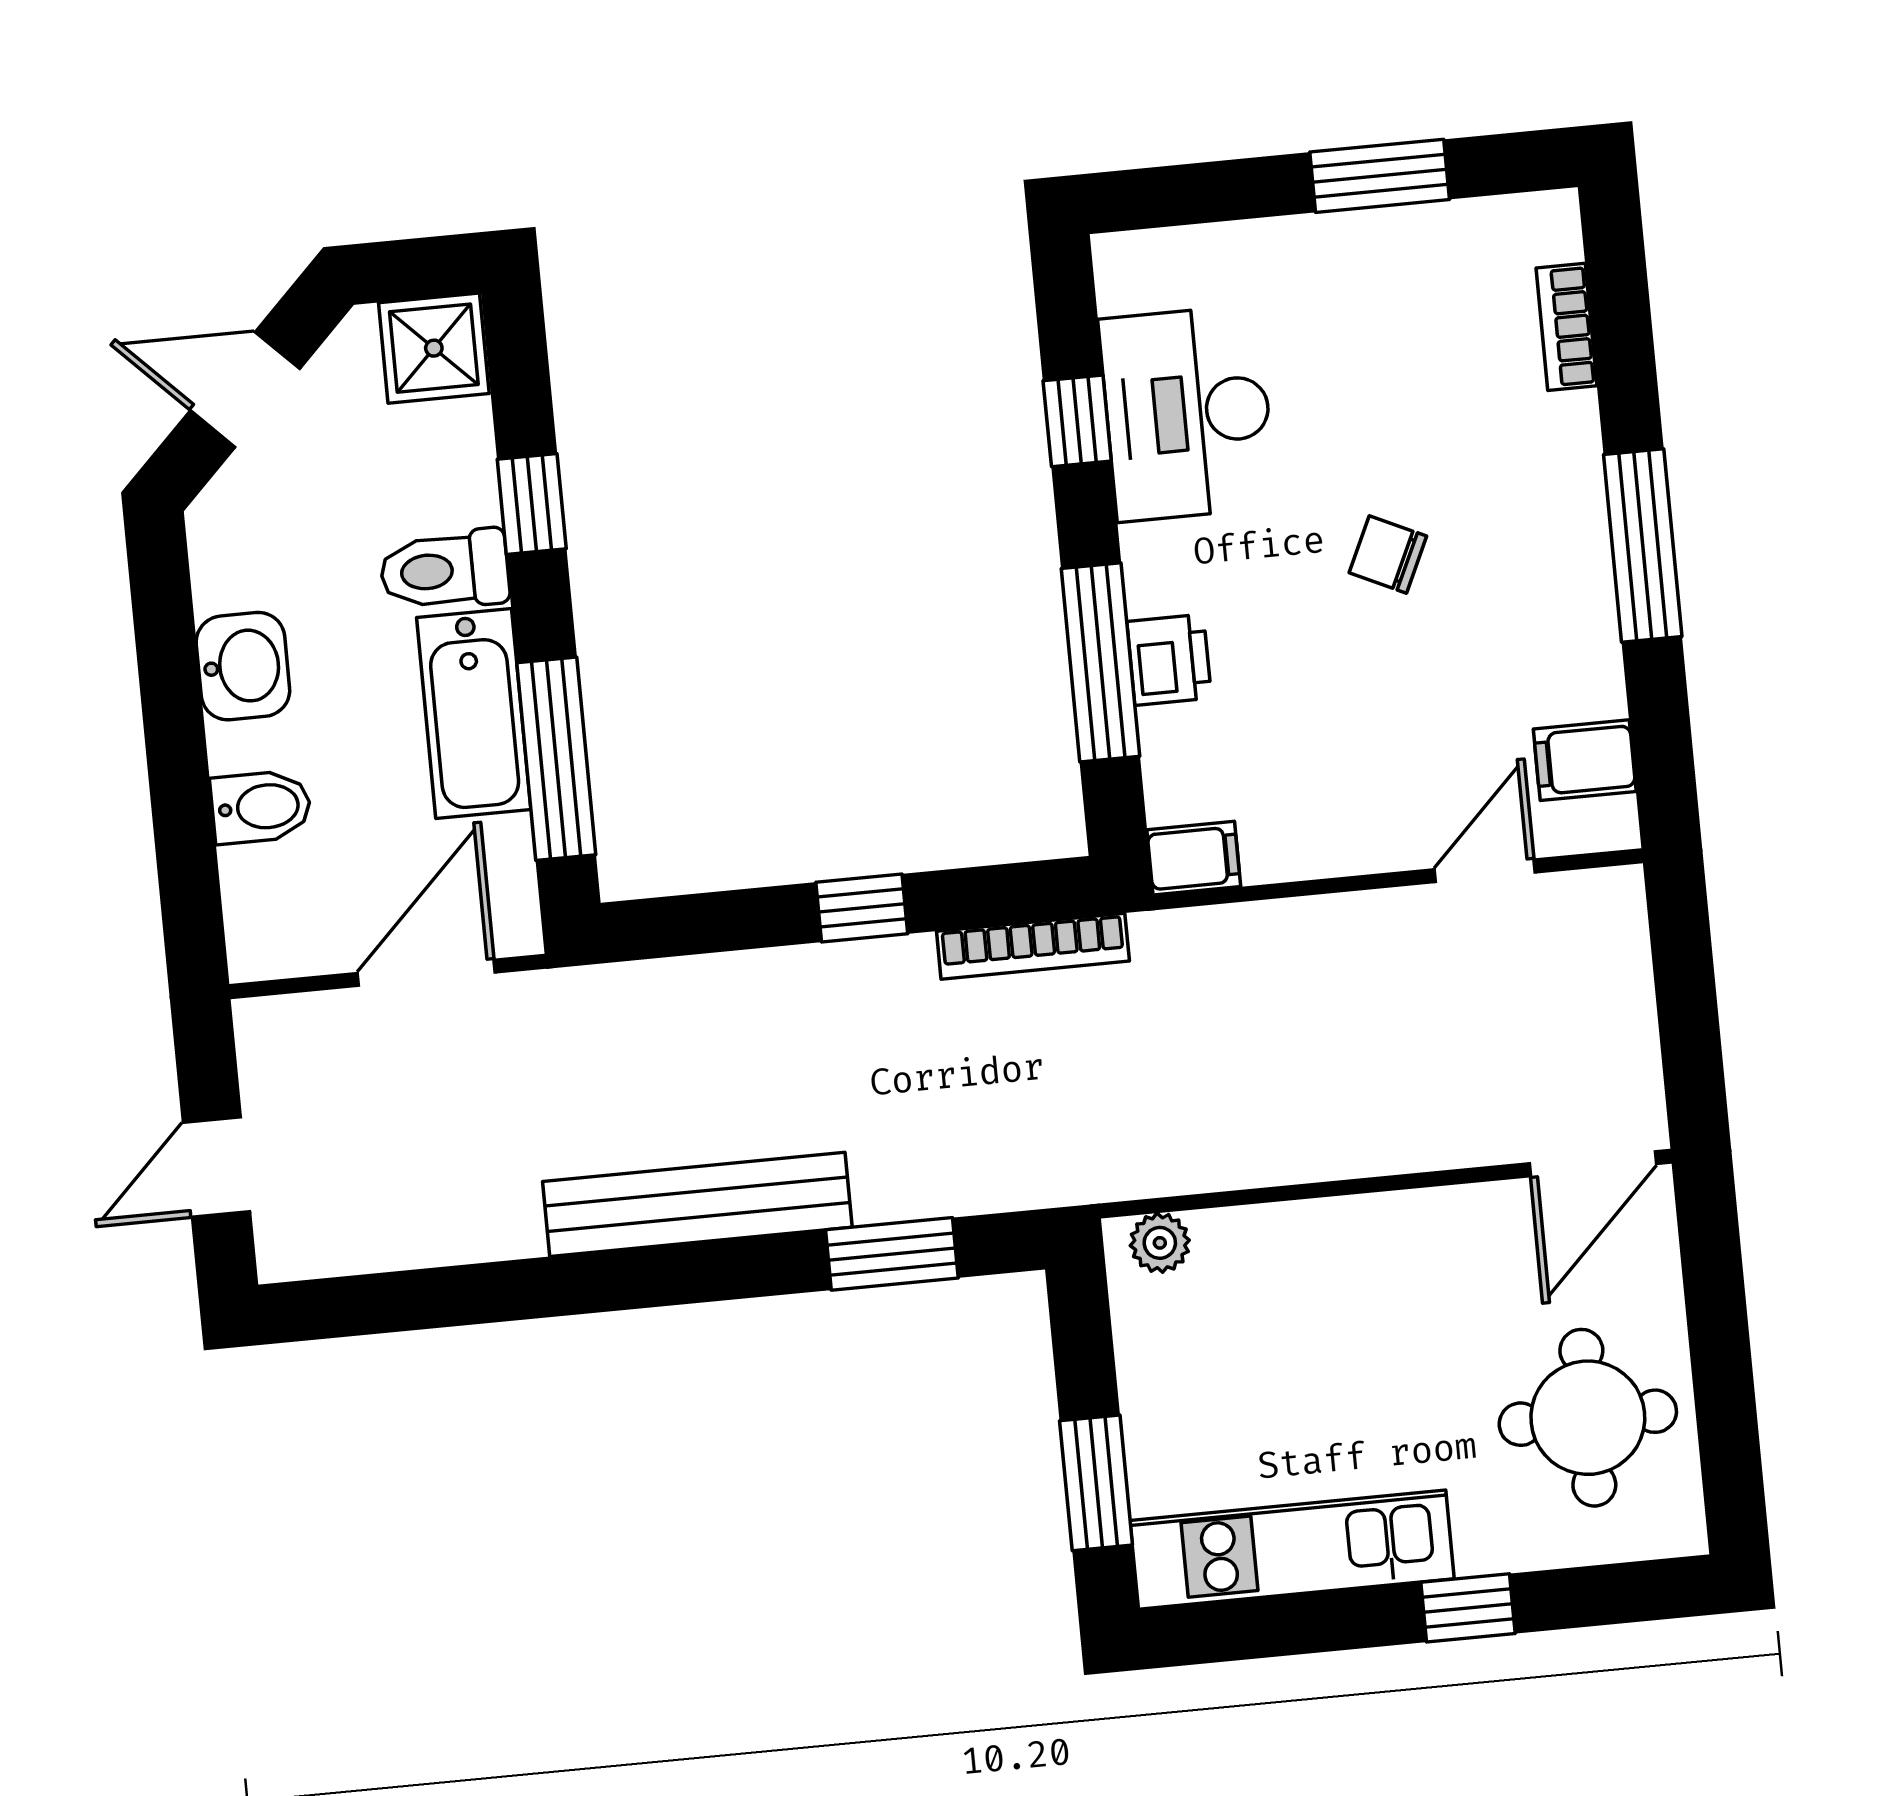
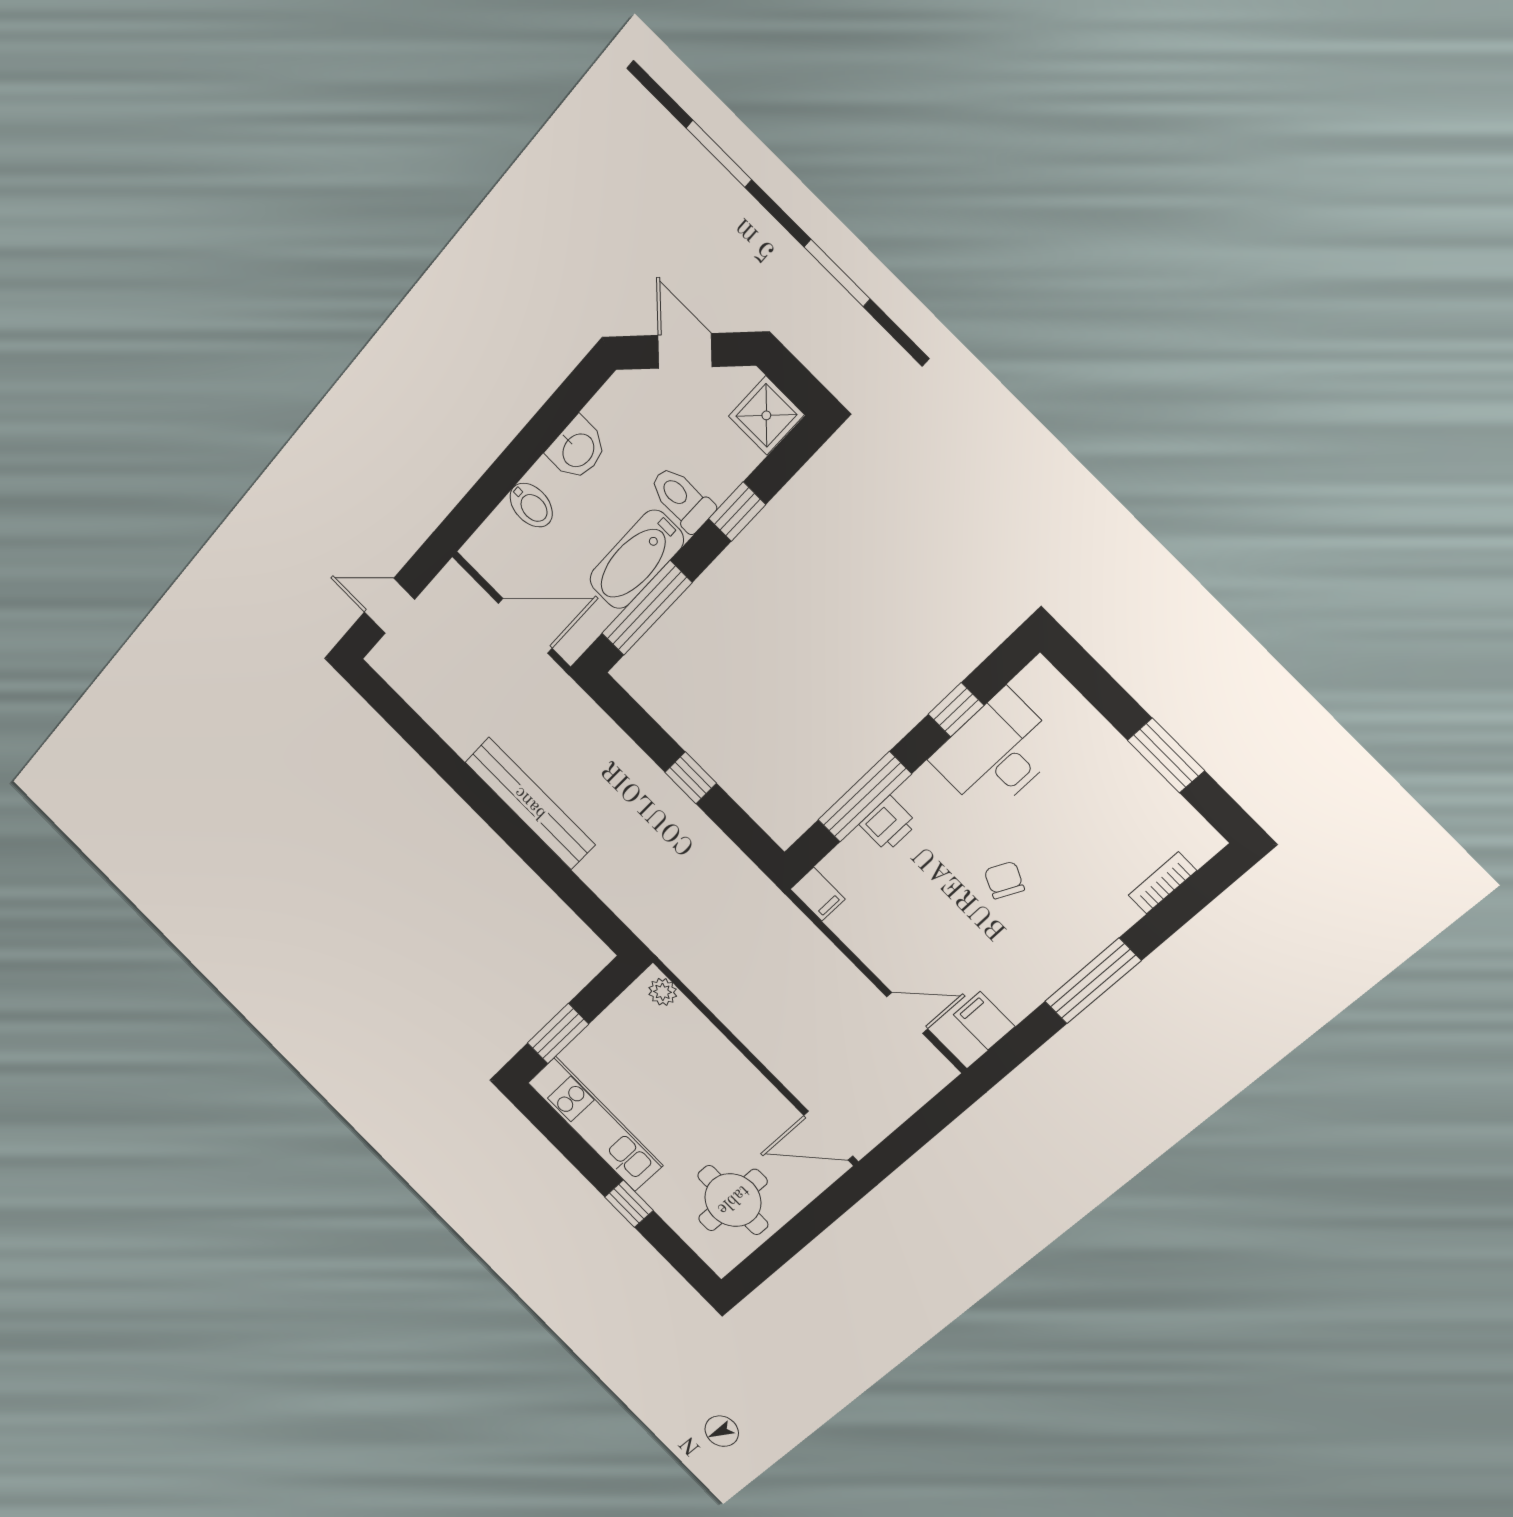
bookcase: (1033, 946) -> (732, 857), removed
window: (892, 1254) -> (574, 893), removed

